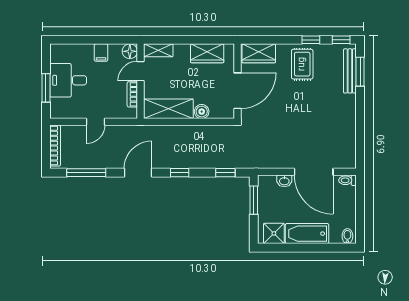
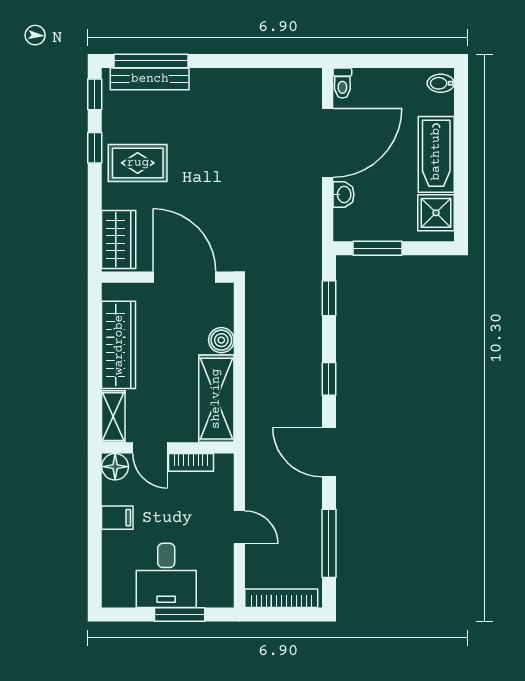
wardrobe: (207, 53) -> (119, 345), width x1.50
window: (360, 72) -> (151, 61), width x1.44

